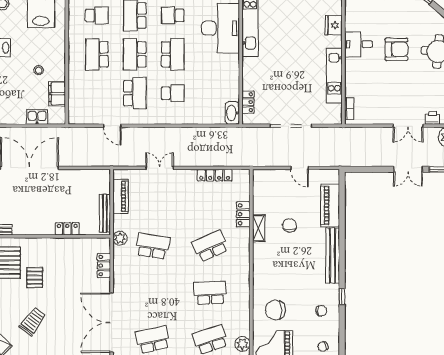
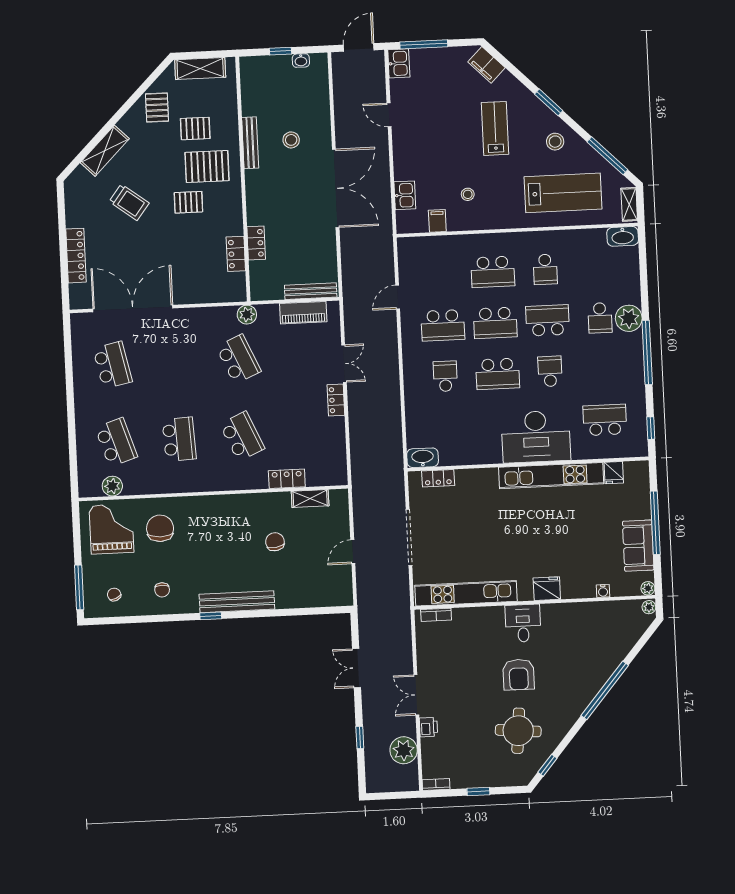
school desk: (97, 54) -> (493, 272), turned 180
school desk: (135, 54) -> (495, 323), turned 180
kitchen unit: (334, 75) -> (466, 593), width x1.36
school desk: (173, 93) -> (445, 376), turned 180
filing cabinet: (57, 94) -> (437, 221), width x0.50
double door: (408, 169) -> (357, 668), moved
locker: (215, 175) -> (336, 400), moved, width x0.66
piano: (330, 205) -> (304, 595), removed
bench: (105, 213) -> (311, 291), moved
chair: (289, 225) -> (275, 542), turned -99
shelving: (259, 228) -> (310, 499), moved
school desk: (153, 246) -> (238, 359), turned -33
locker: (104, 266) -> (236, 254), moved, turned -90
window: (342, 297) -> (211, 616), moved

